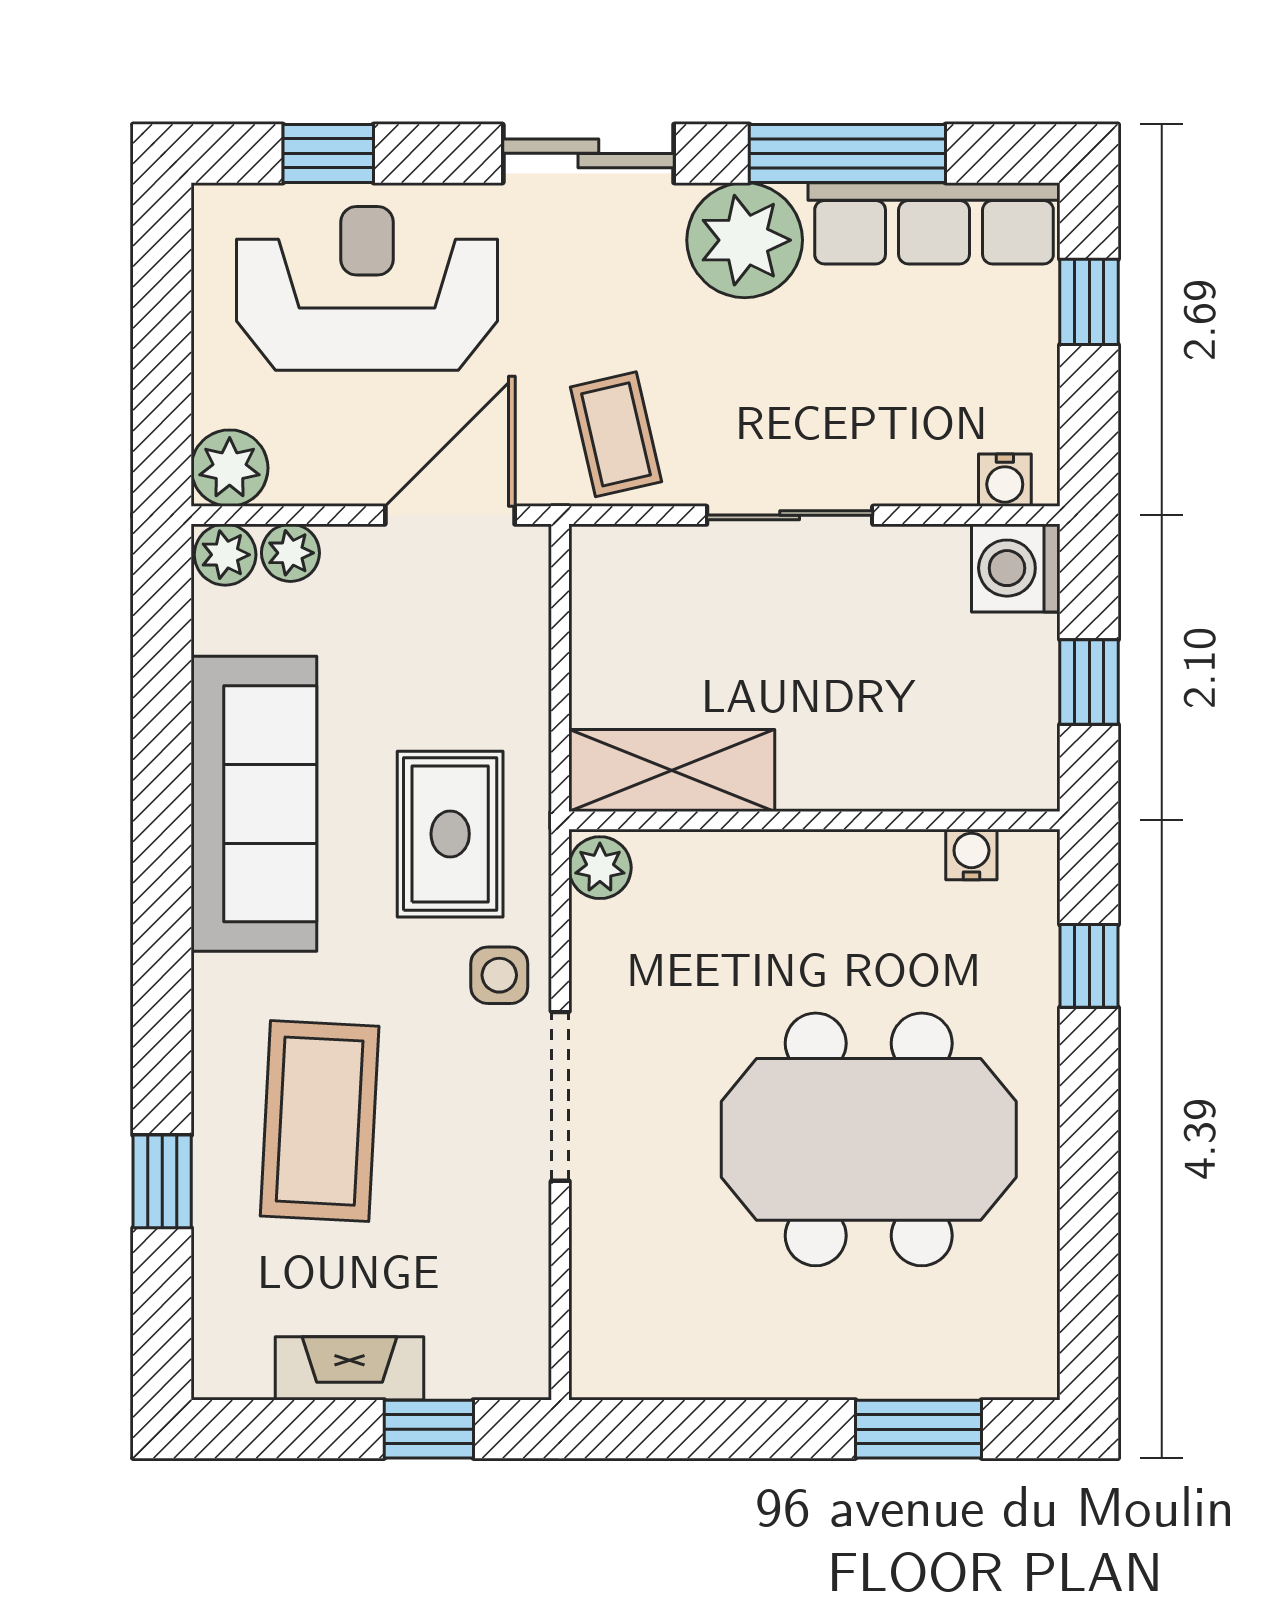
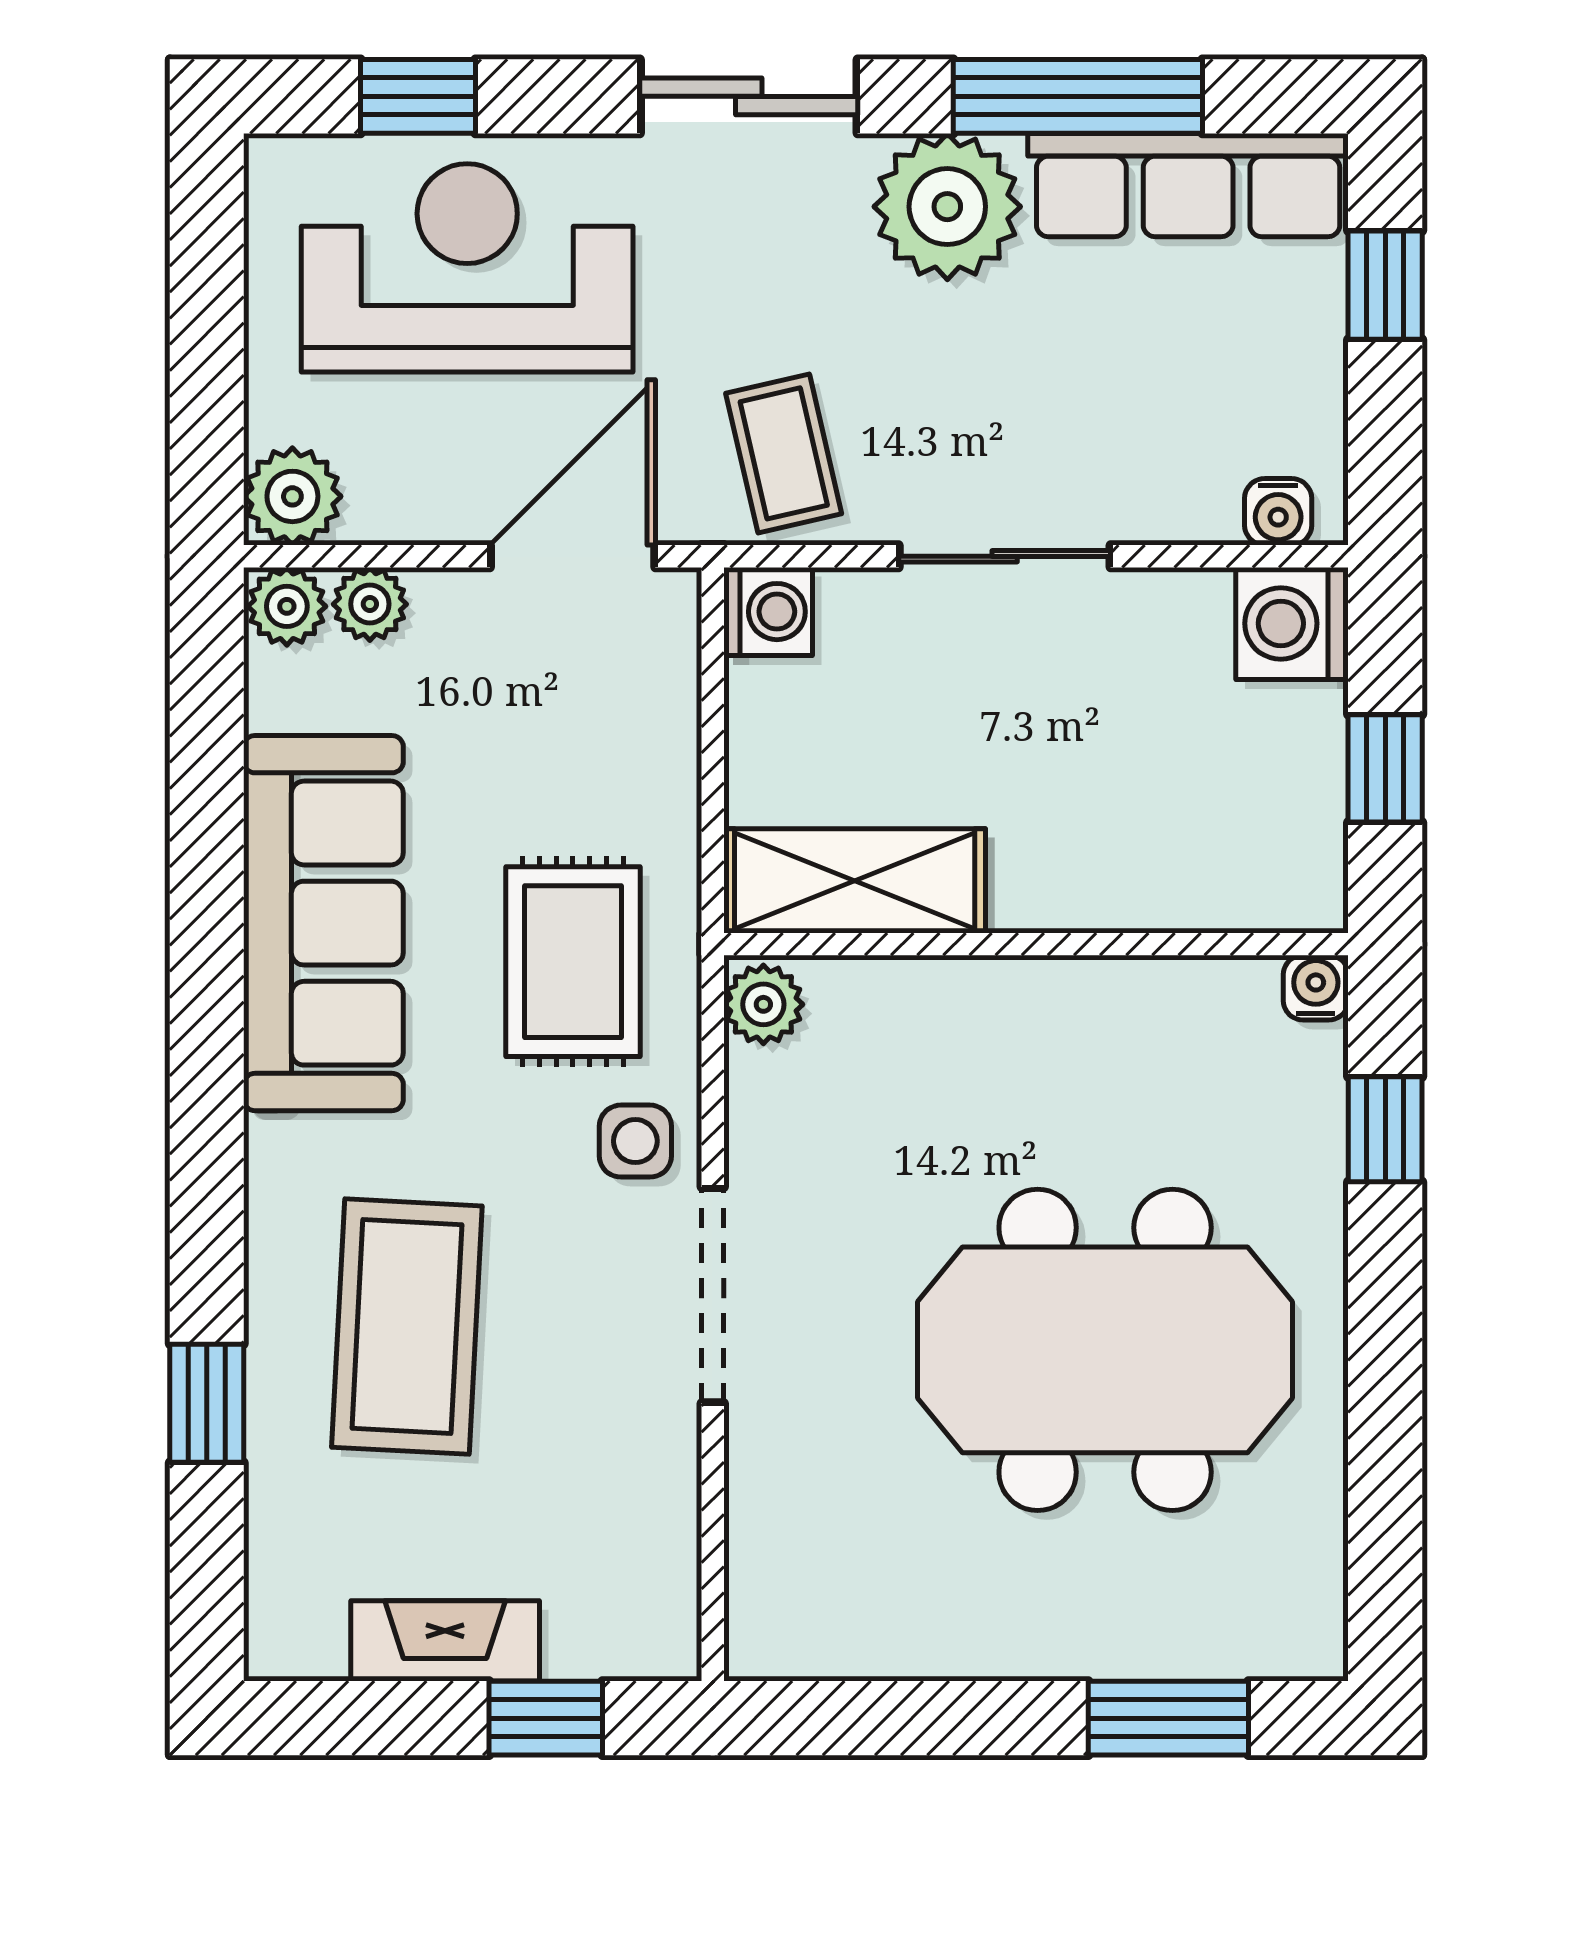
washing machine: (604, 559) -> (768, 612), added
water cooler: (971, 855) -> (1316, 988), moved

